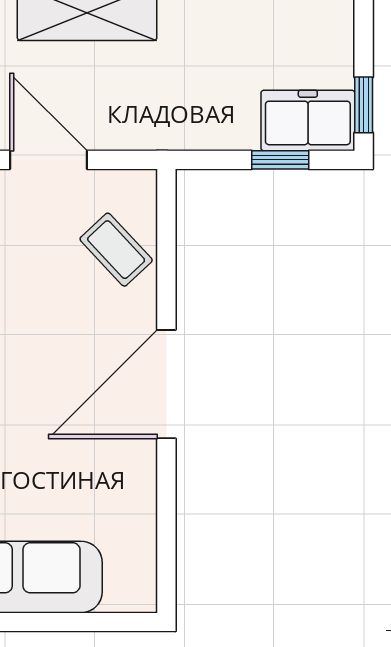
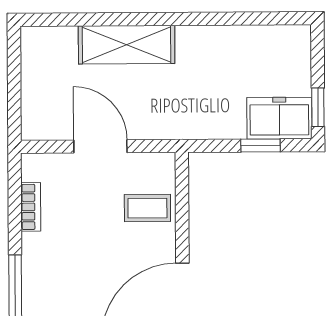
coffee table: (116, 250) -> (147, 208), turned -47

